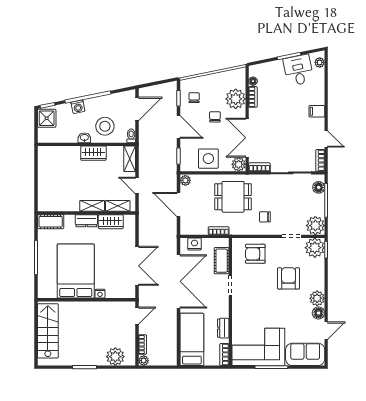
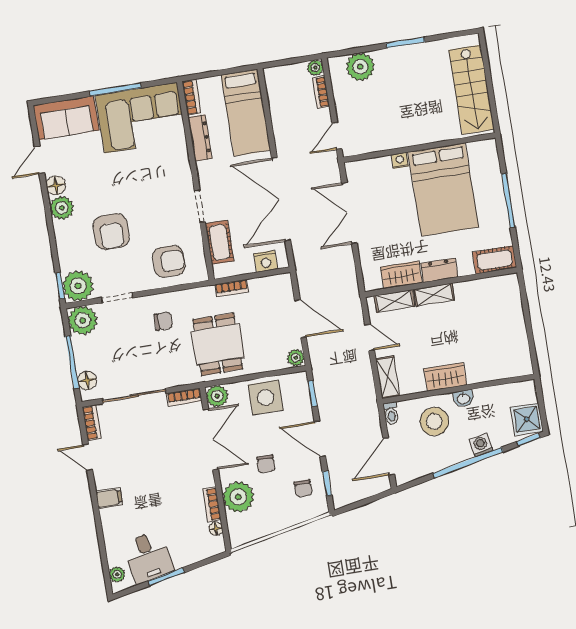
dining table: (233, 197) -> (218, 344), turned 90
dresser: (223, 328) -> (200, 138), width x1.44

